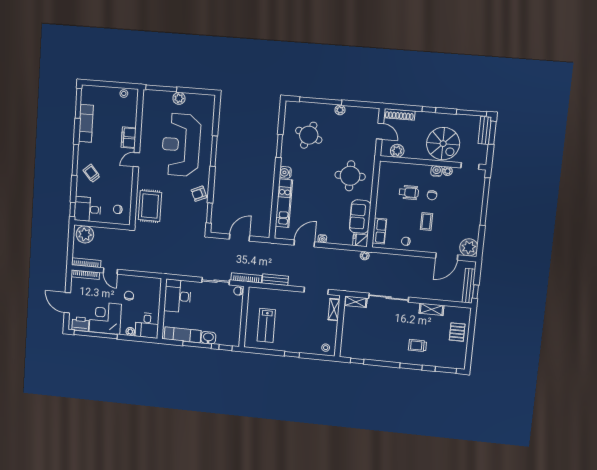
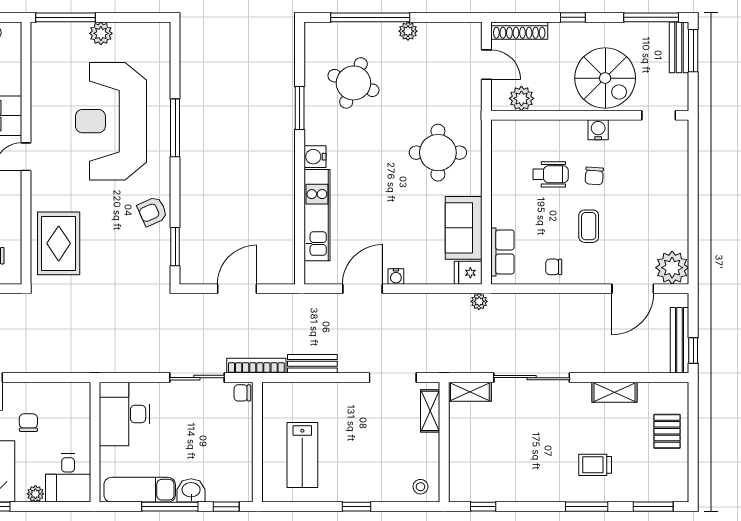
plant: (448, 171) -> (618, 128), removed
window: (485, 202) -> (693, 179), removed

